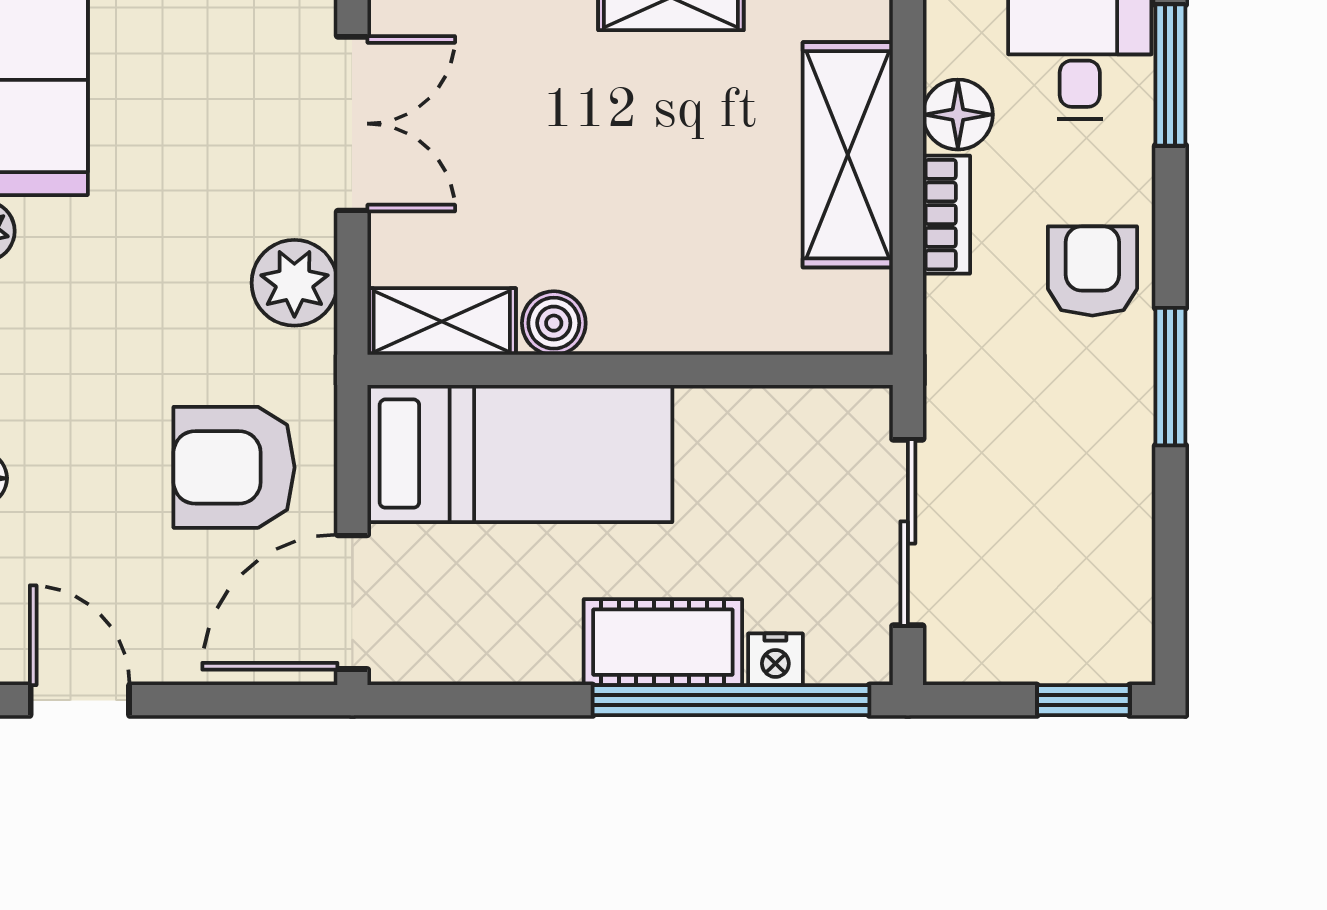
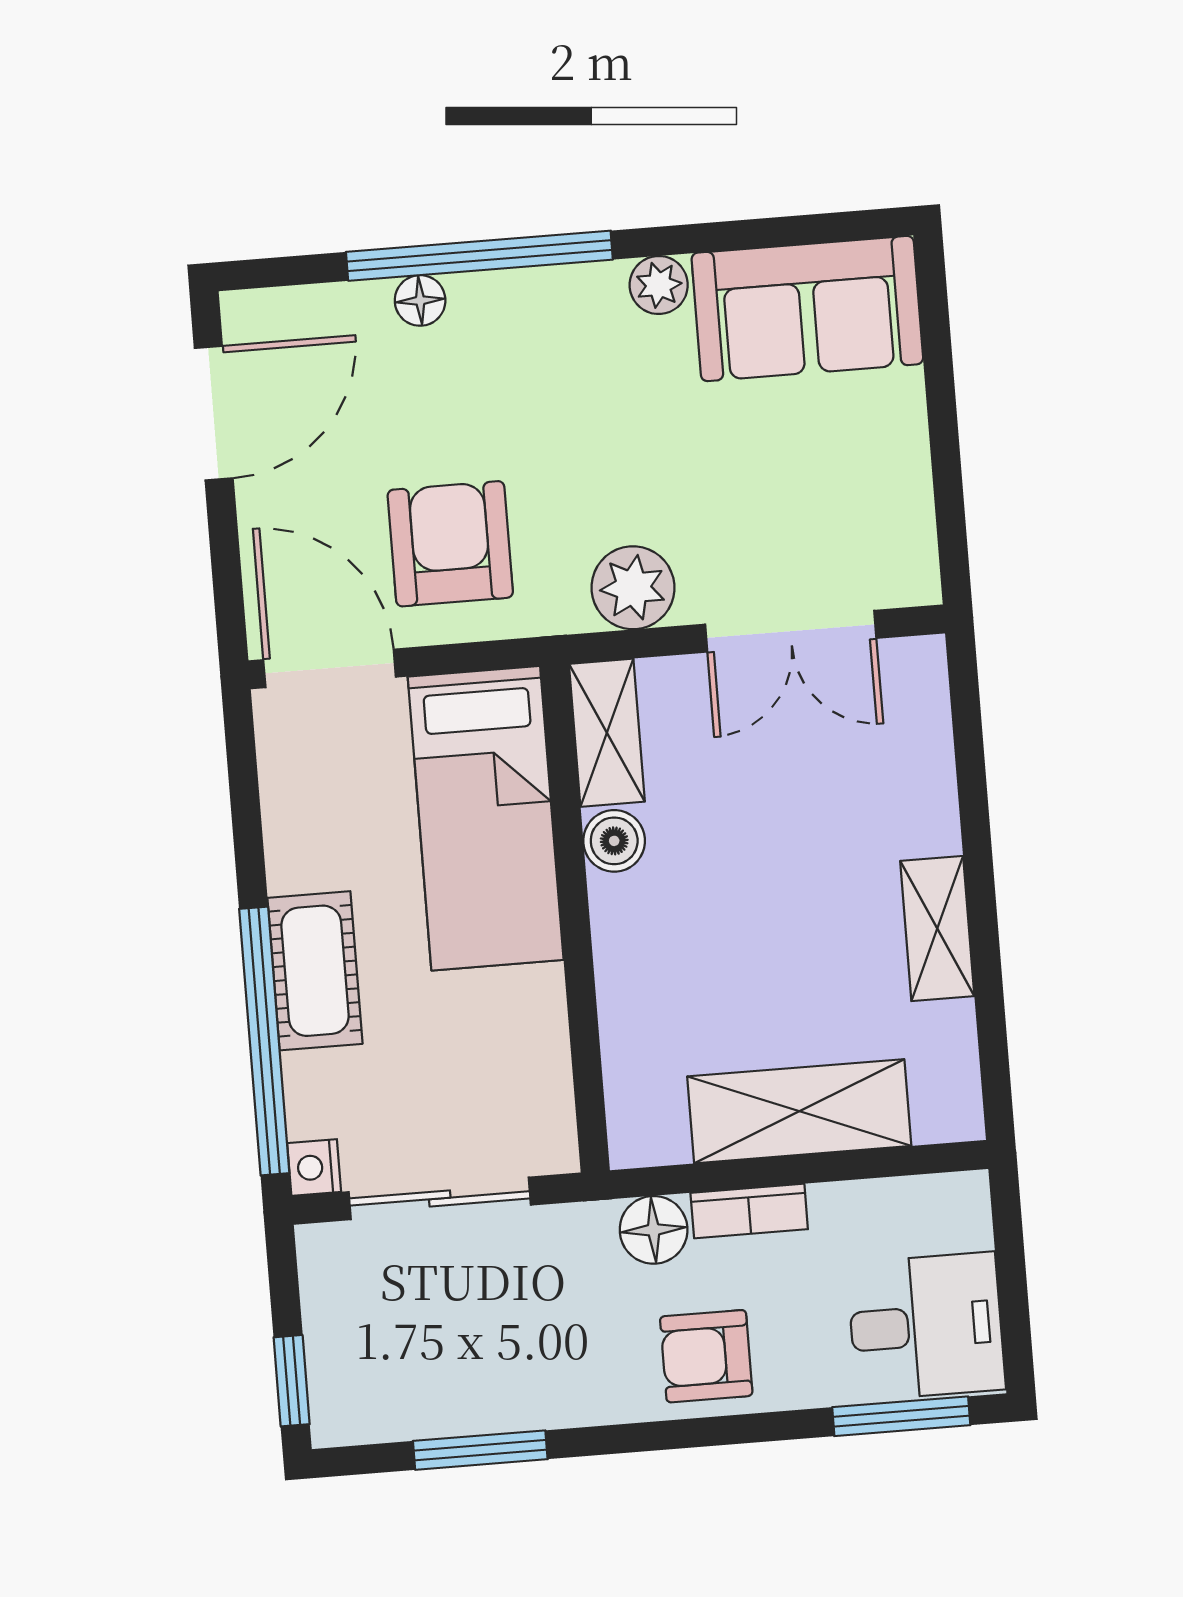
floor lamp: (958, 115) -> (654, 1230), moved
armchair: (1092, 271) -> (706, 1356), turned 180
window: (1170, 377) -> (480, 1450), moved
nightstand: (775, 659) -> (314, 1167), moved
door: (80, 700) -> (214, 413), width x1.38

